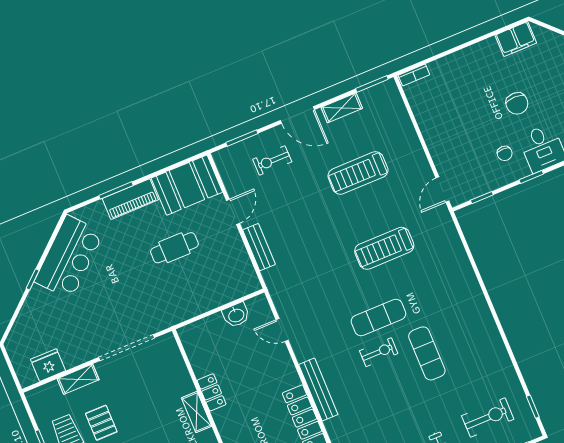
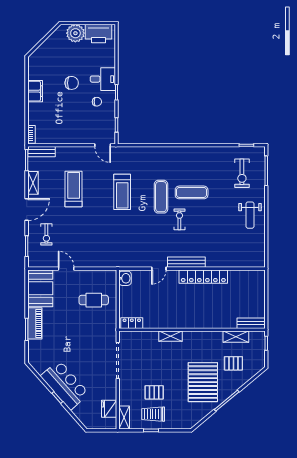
filing cabinet: (516, 39) -> (35, 91), moved
treadmill: (358, 173) -> (74, 189), turned 180
bench: (259, 247) -> (41, 152), moved
cafe table: (174, 248) -> (94, 300), moved, turned 90
bar counter: (69, 257) -> (65, 385), moved
washbasin: (236, 315) -> (125, 278), moved
exercise mat: (378, 317) -> (161, 197), moved
door: (282, 330) -> (159, 269), moved
shelving: (78, 379) -> (124, 417), moved
locker: (212, 392) -> (132, 323), moved
exercise bike: (488, 418) -> (242, 173), turned 180

